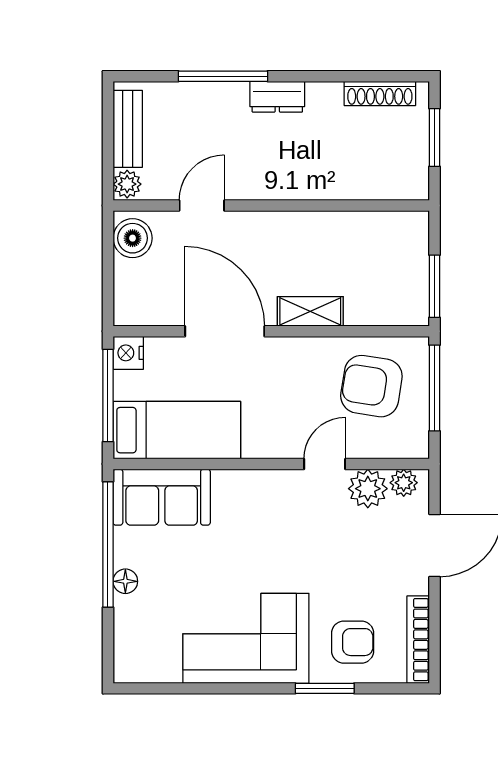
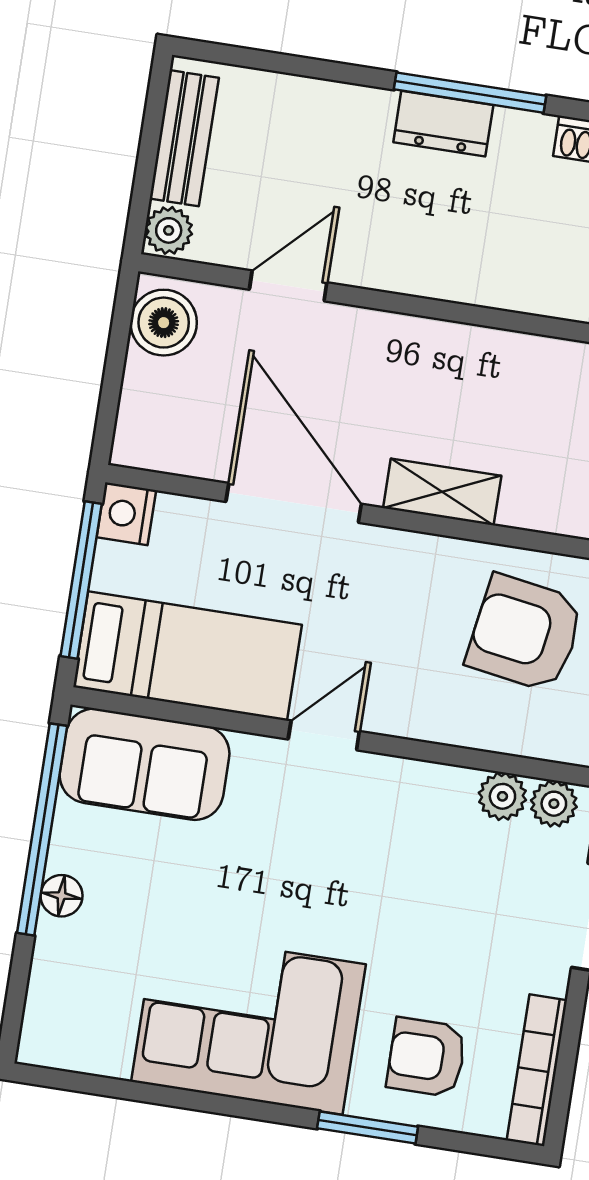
window: (223, 76) -> (470, 93), moved
door: (325, 464) -> (324, 735), moved
plant: (368, 489) -> (502, 796), width x0.73, depth x0.73
armchair: (353, 642) -> (426, 1057), turned 180

